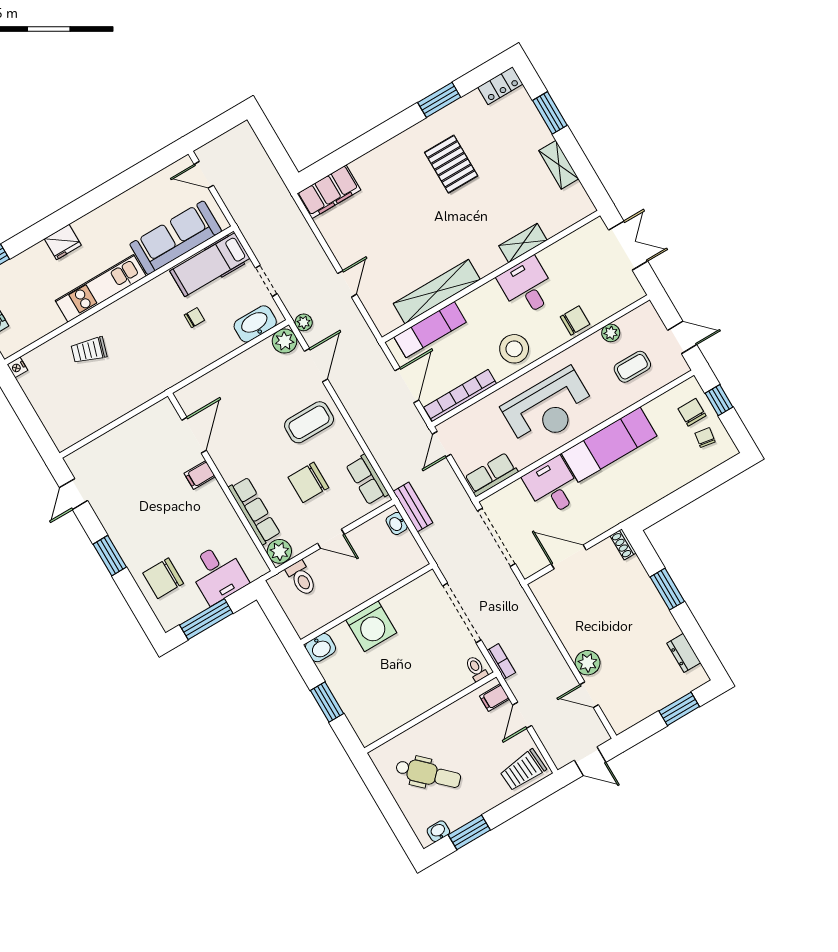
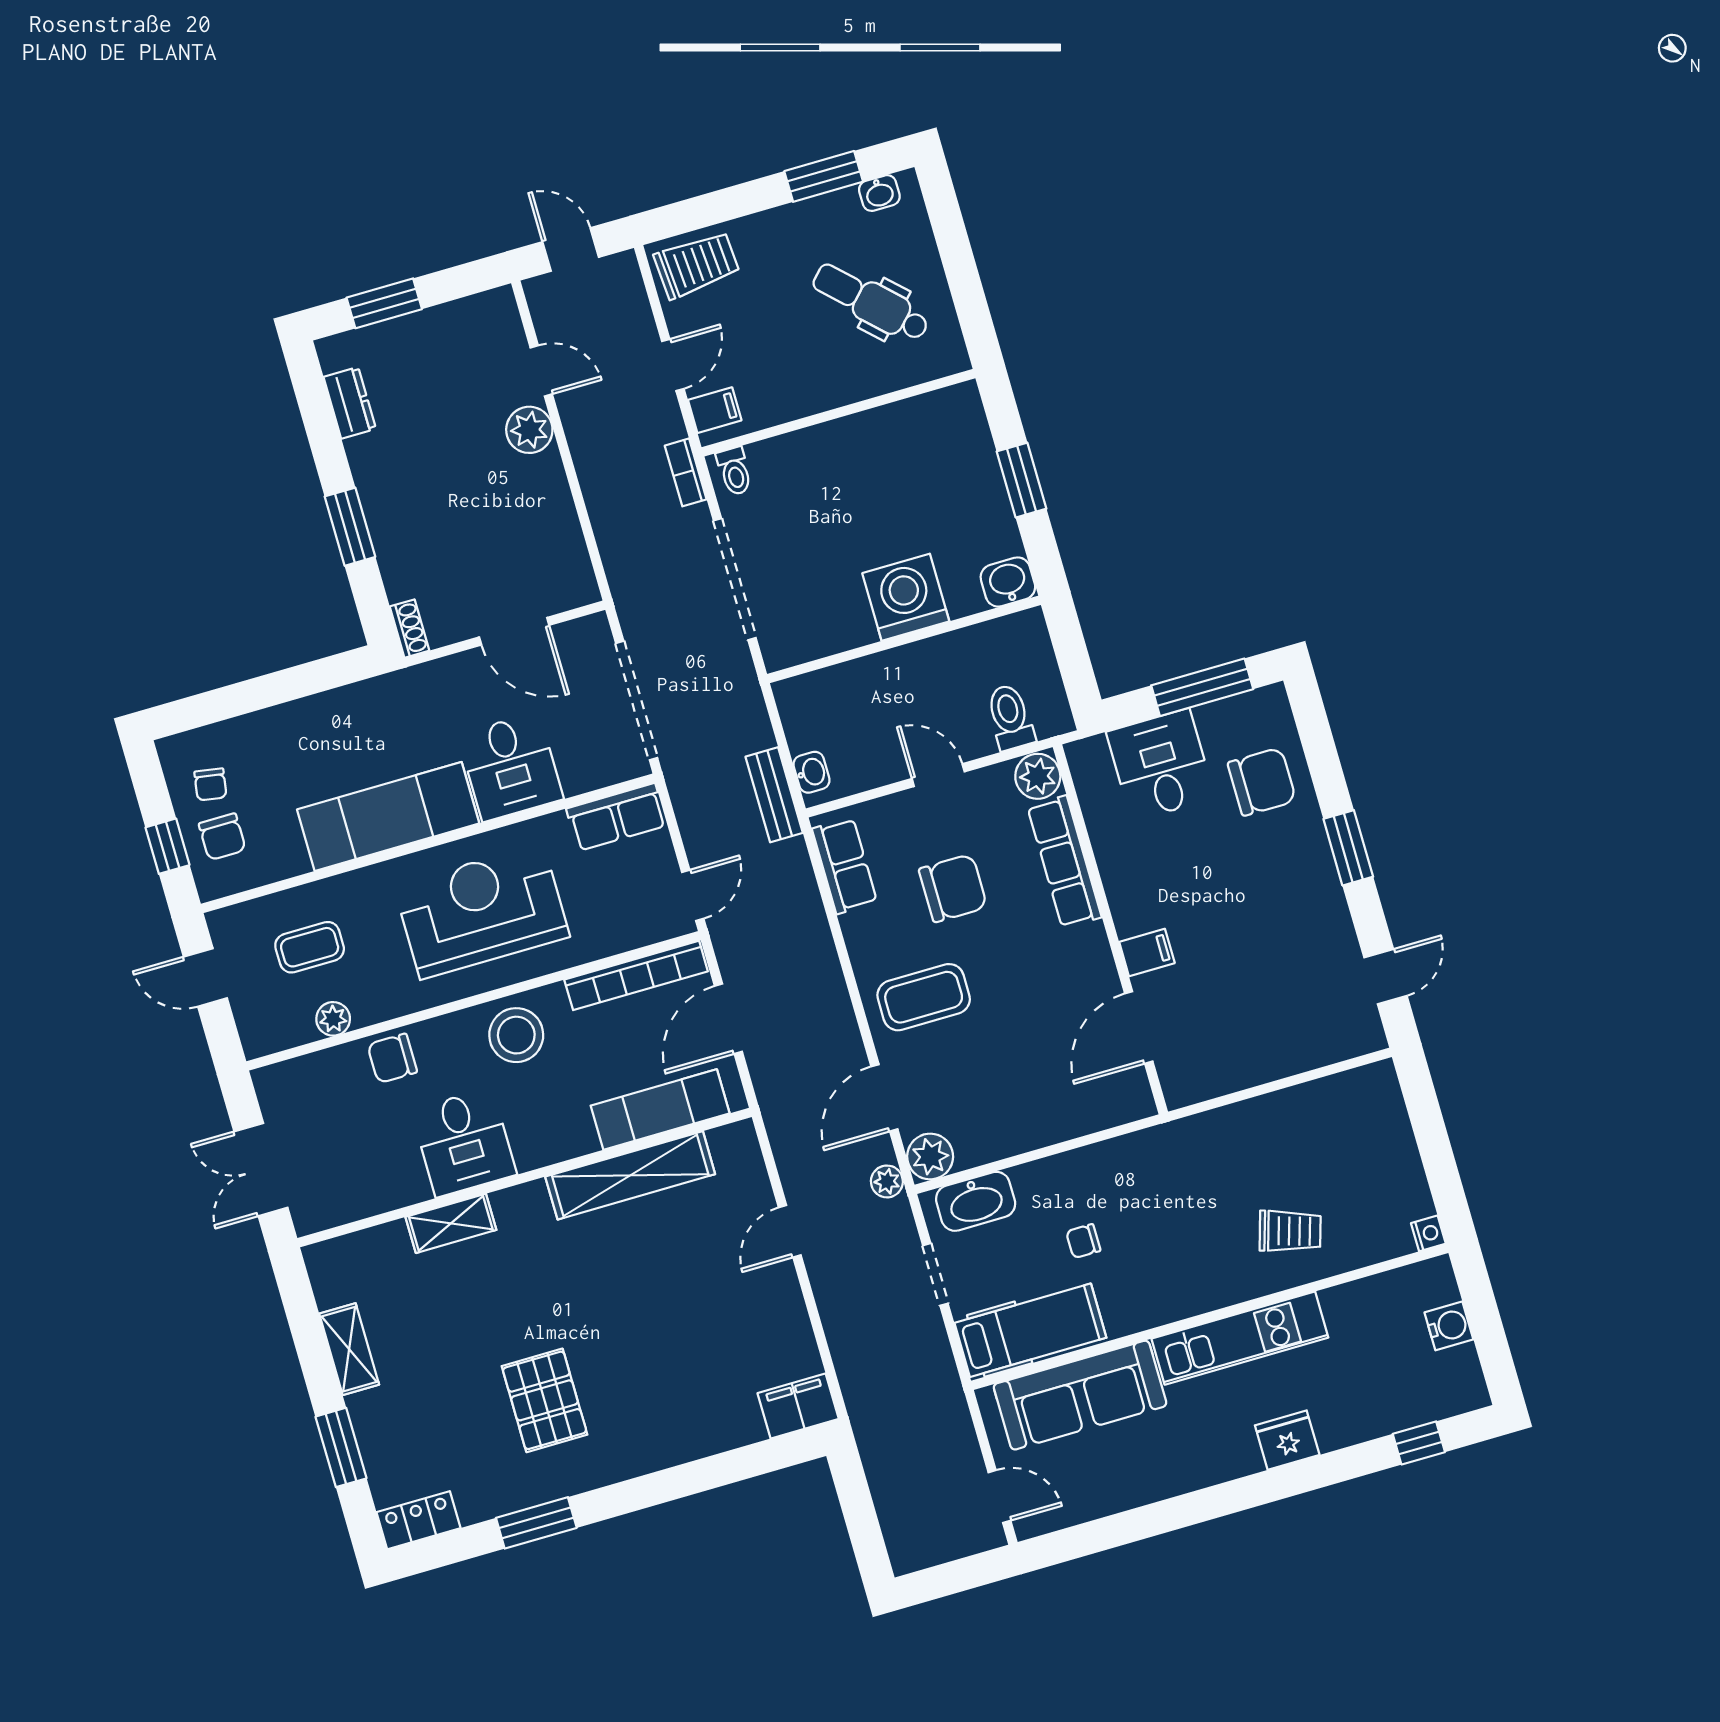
filing cabinet: (329, 192) -> (798, 1406), width x0.67, depth x0.86

